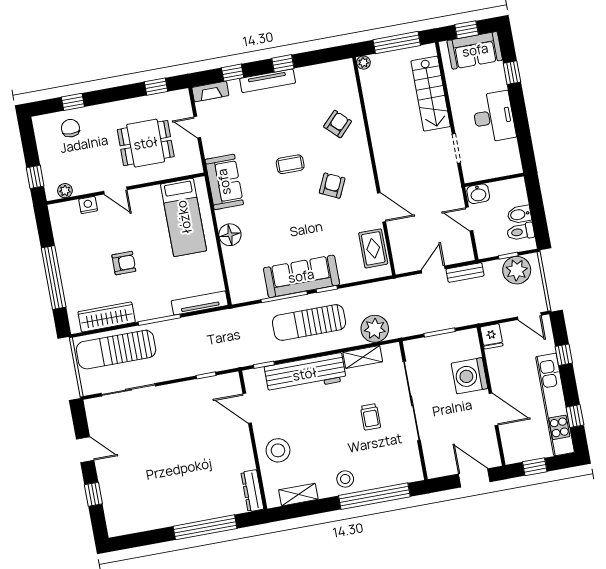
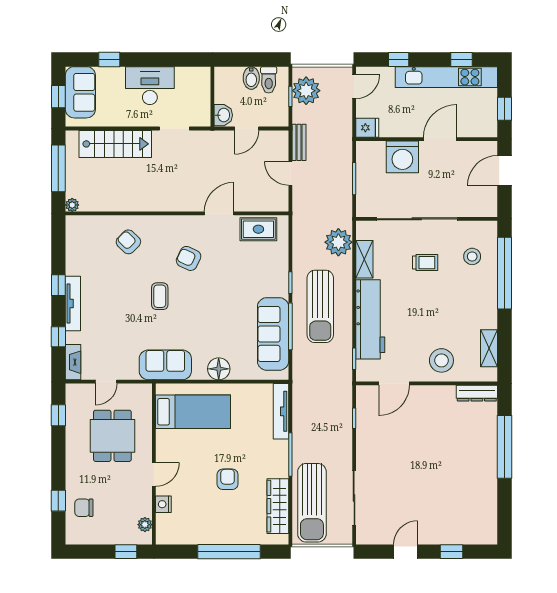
sofa: (301, 276) -> (273, 334), moved
stool: (345, 479) -> (472, 256), moved

